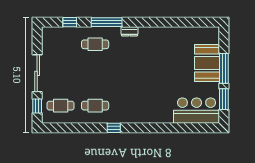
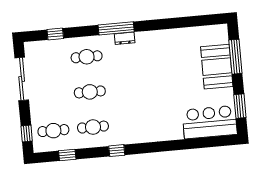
window: (107, 22) -> (116, 28), moved
window: (224, 68) -> (235, 57), moved
sliding door: (37, 73) -> (22, 79), moved
cafe table: (95, 75) -> (90, 92), added
window: (71, 128) -> (67, 155), added

